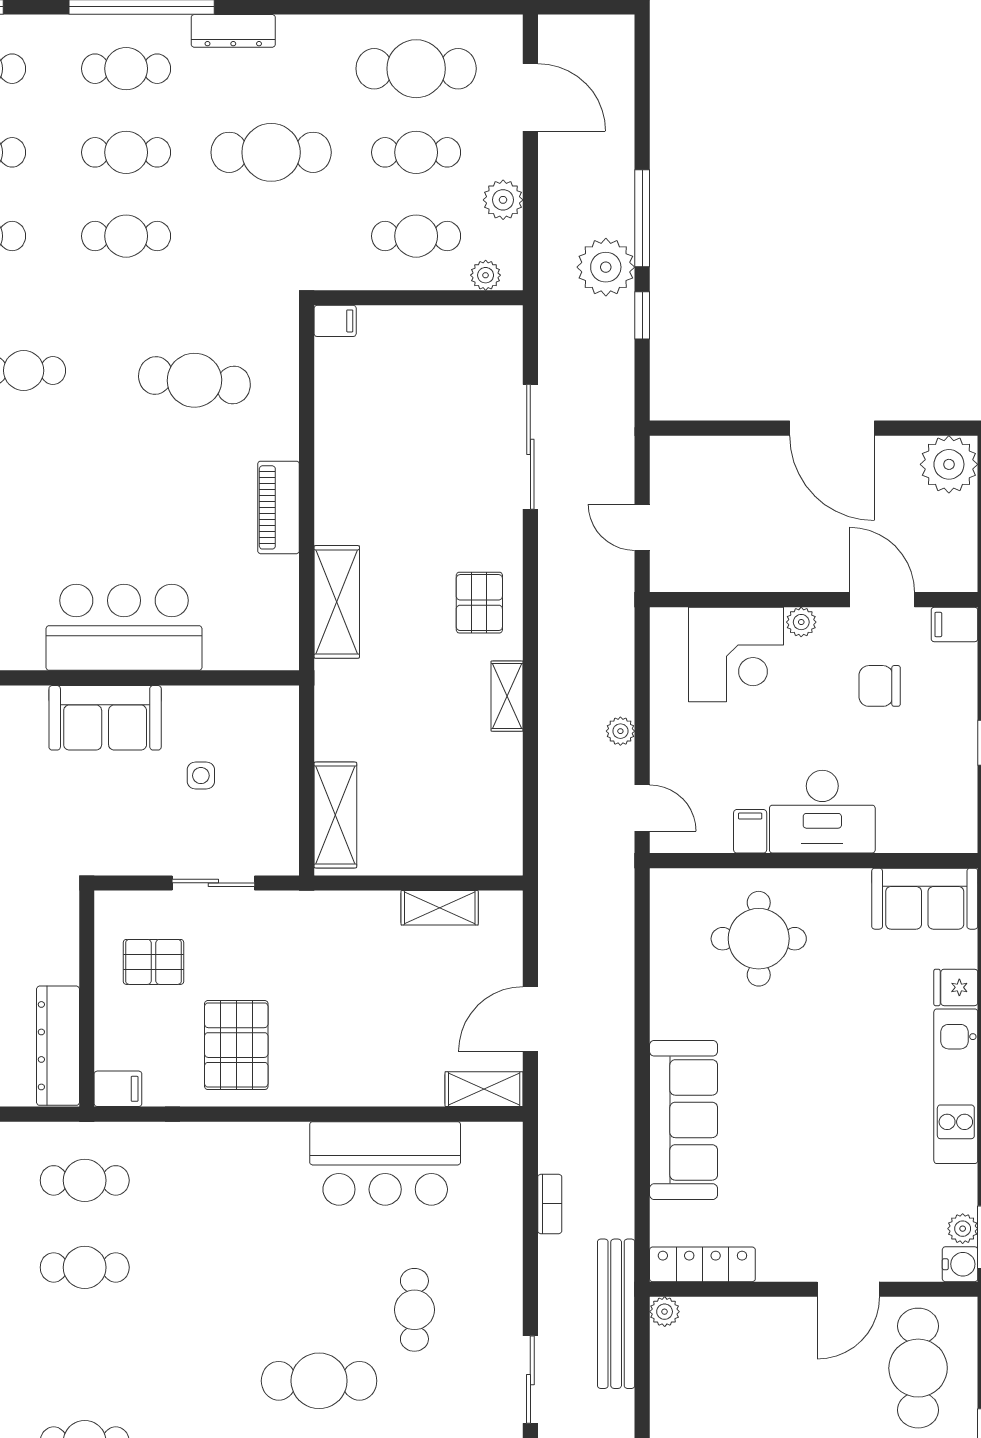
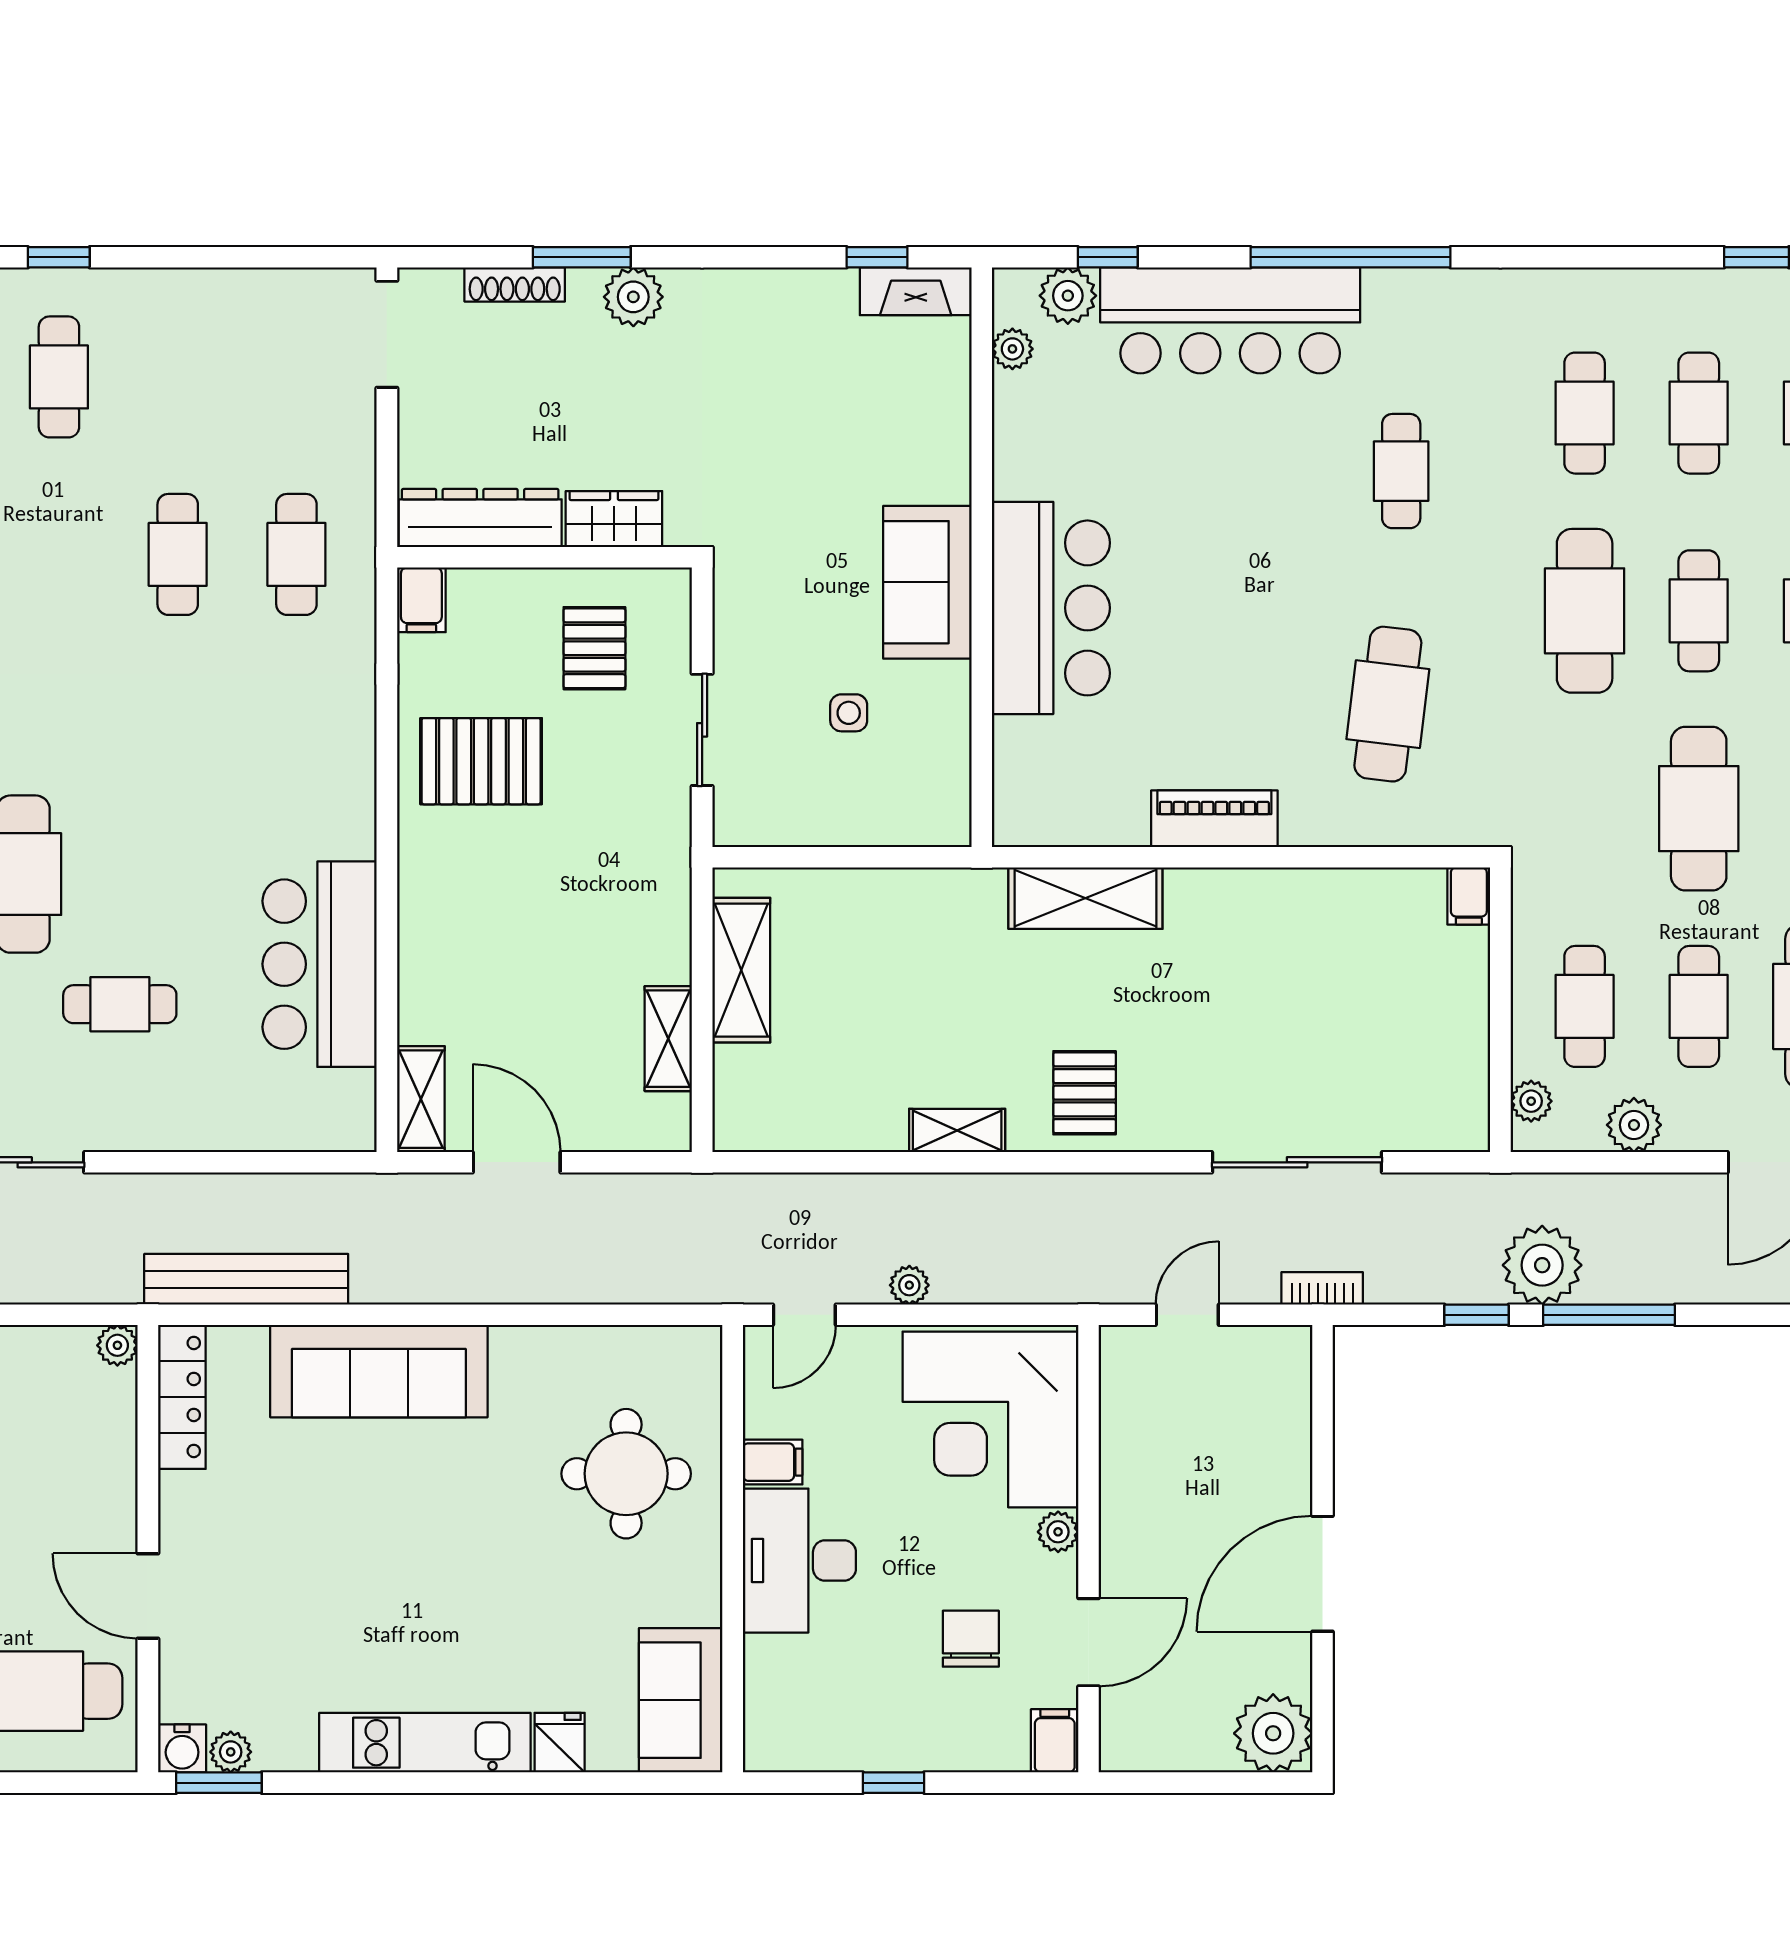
cafe table: (126, 236) -> (1585, 611), width x1.37, depth x1.35
pallet: (479, 603) -> (1085, 1093), turned 90
corner desk: (736, 655) -> (990, 1419), width x1.36, depth x1.36
shelving: (335, 815) -> (741, 970), moved, turned 90
wardrobe: (59, 948) -> (614, 519), added
bookcase: (550, 1204) -> (1322, 1288), moved, turned 180
bench: (616, 1314) -> (246, 1279), moved

